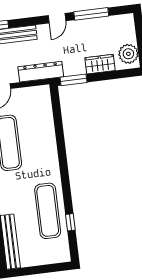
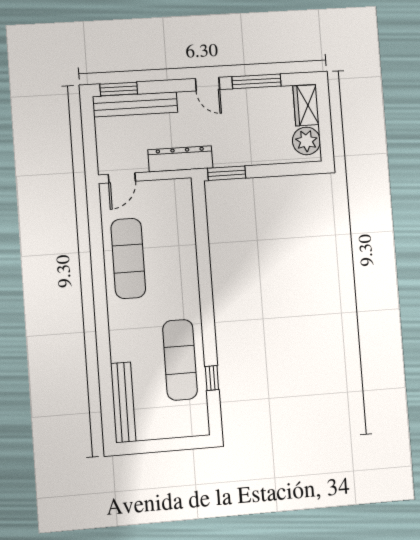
door: (57, 18) -> (207, 84), hinge flipped
wardrobe: (100, 64) -> (306, 105), moved, turned -90

